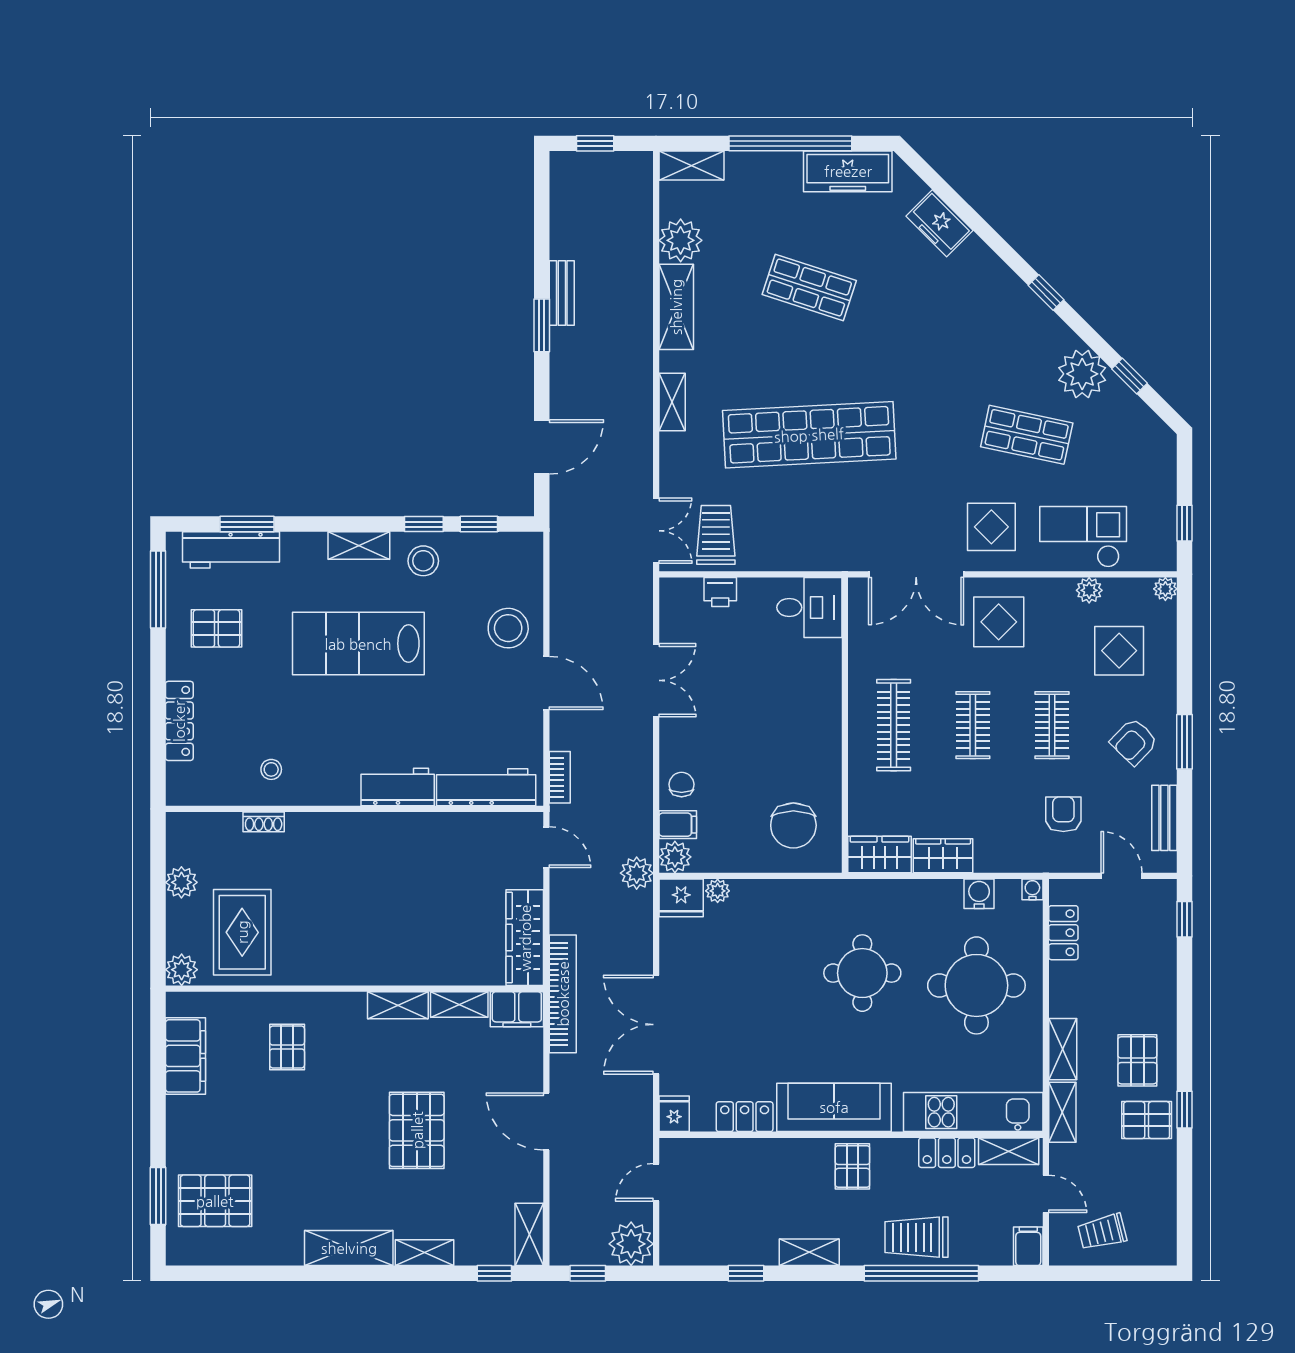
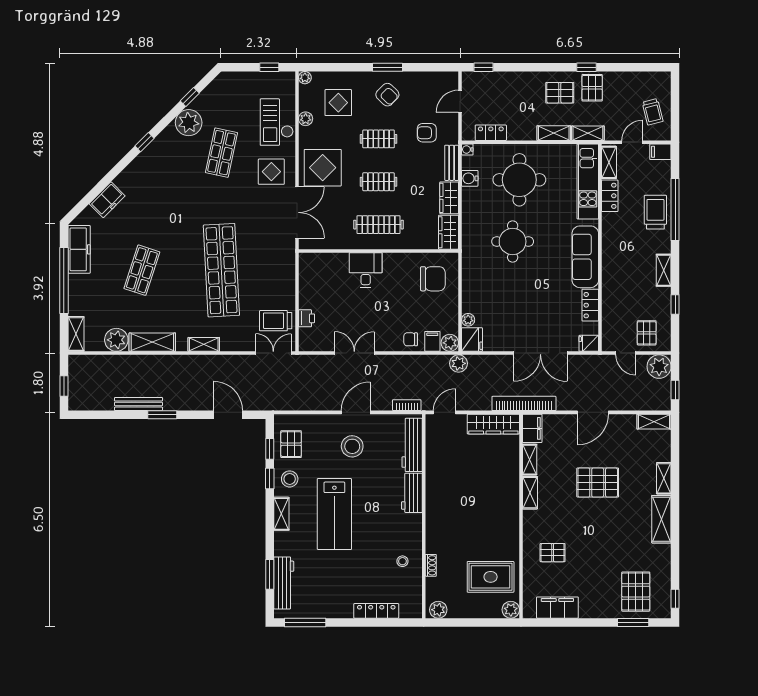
bench: (562, 293) -> (138, 404), width x1.36
desk: (809, 608) -> (366, 270), moved
display table: (999, 622) -> (323, 168), width x1.36, depth x1.36
pallet: (216, 628) -> (291, 444), moved
stool: (508, 628) -> (352, 446), moved
bench: (1164, 818) -> (452, 163), moved, turned 90
plant: (181, 882) -> (438, 610), moved
pallet: (852, 1166) -> (647, 333), moved, turned 90
trolley: (917, 1237) -> (655, 212), turned 180
window: (494, 1273) -> (675, 599), moved

